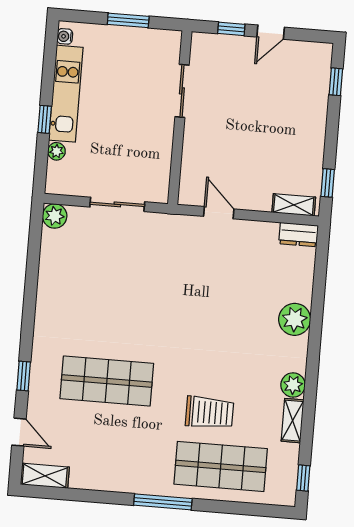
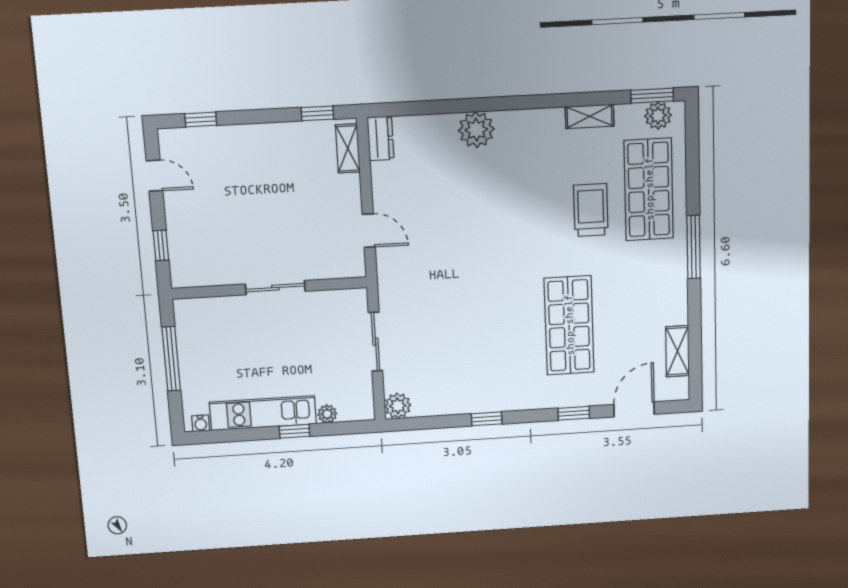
window: (128, 20) -> (171, 359), width x1.44
door: (271, 32) -> (154, 176), moved
sliding door: (182, 91) -> (275, 288), moved
door: (219, 213) -> (369, 231), swing flipped
window: (30, 295) -> (487, 419), added
plant: (293, 385) -> (658, 116), moved
door: (19, 432) -> (634, 409), width x1.38
shelving: (45, 476) -> (677, 351), moved
window: (303, 478) -> (652, 96), width x1.50

